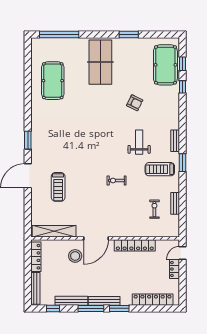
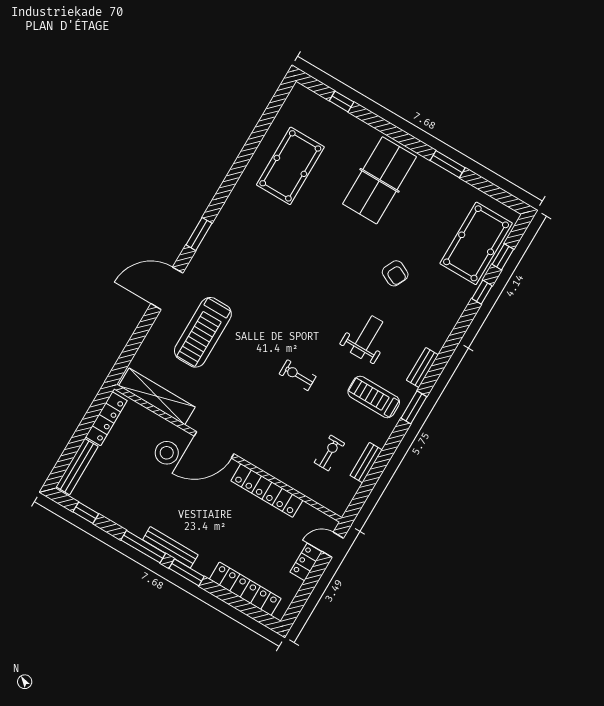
window: (59, 35) -> (342, 101), width x0.32
treadmill: (58, 187) -> (203, 332), width x1.37, depth x1.38
bench: (71, 301) -> (121, 518), removed

